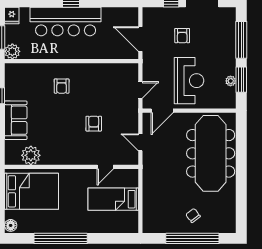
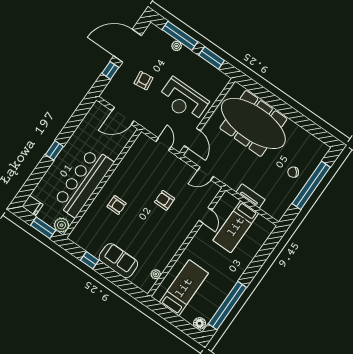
bar counter: (66, 21) -> (83, 182), moved, turned 180
armchair: (182, 36) -> (144, 81), turned -97
reception desk: (189, 81) -> (183, 100), turned 180
plant: (231, 81) -> (177, 46), moved
plant: (31, 155) -> (156, 274), width x0.53, depth x0.53
bed: (31, 191) -> (184, 288), width x0.67
tv unit: (148, 194) -> (251, 196), added
window: (61, 238) -> (227, 306), moved

